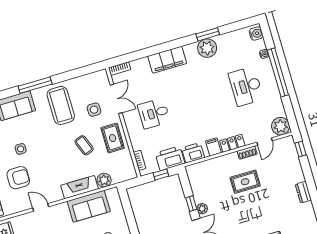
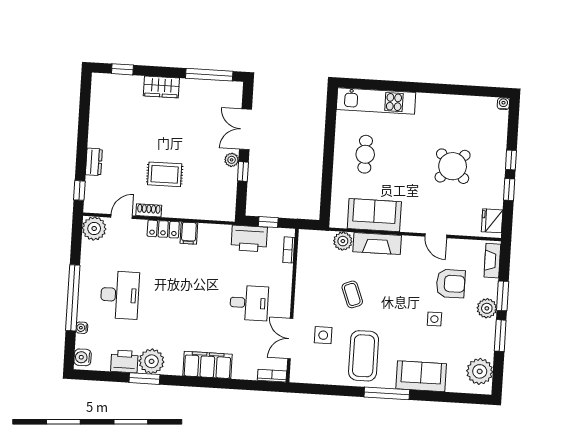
rug: (113, 138) -> (313, 291), removed
printer: (193, 153) -> (124, 361), moved, turned 180
armchair: (18, 178) -> (451, 284), turned 180
dresser: (303, 192) -> (94, 162), moved

